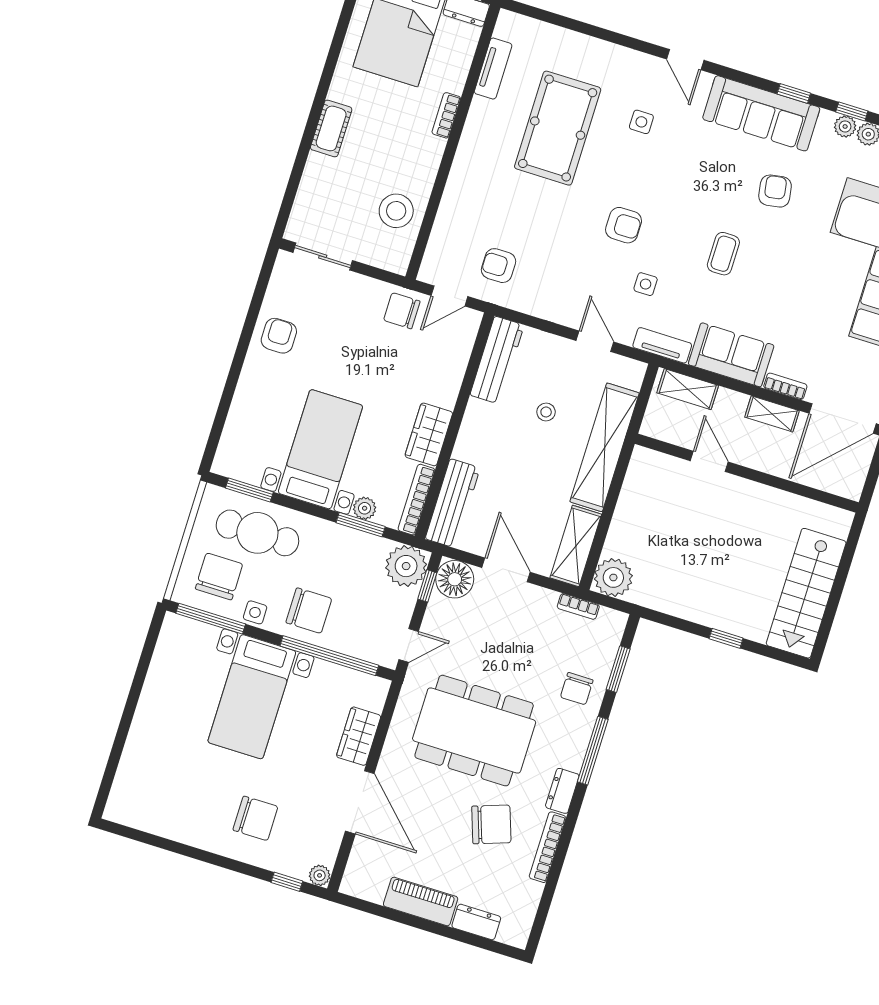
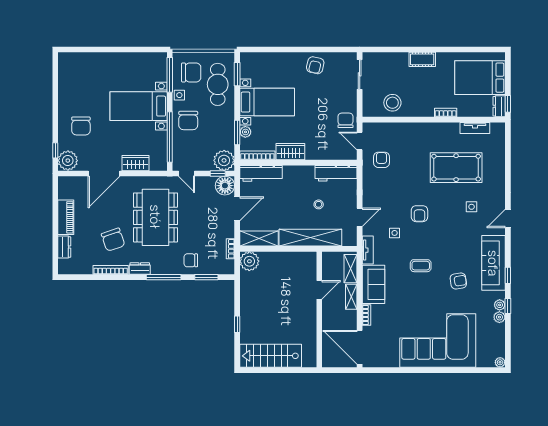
armchair: (279, 336) -> (315, 65), turned 103
shelving: (772, 414) -> (351, 297), moved
plant: (320, 875) -> (68, 161), width x1.87, depth x1.87

